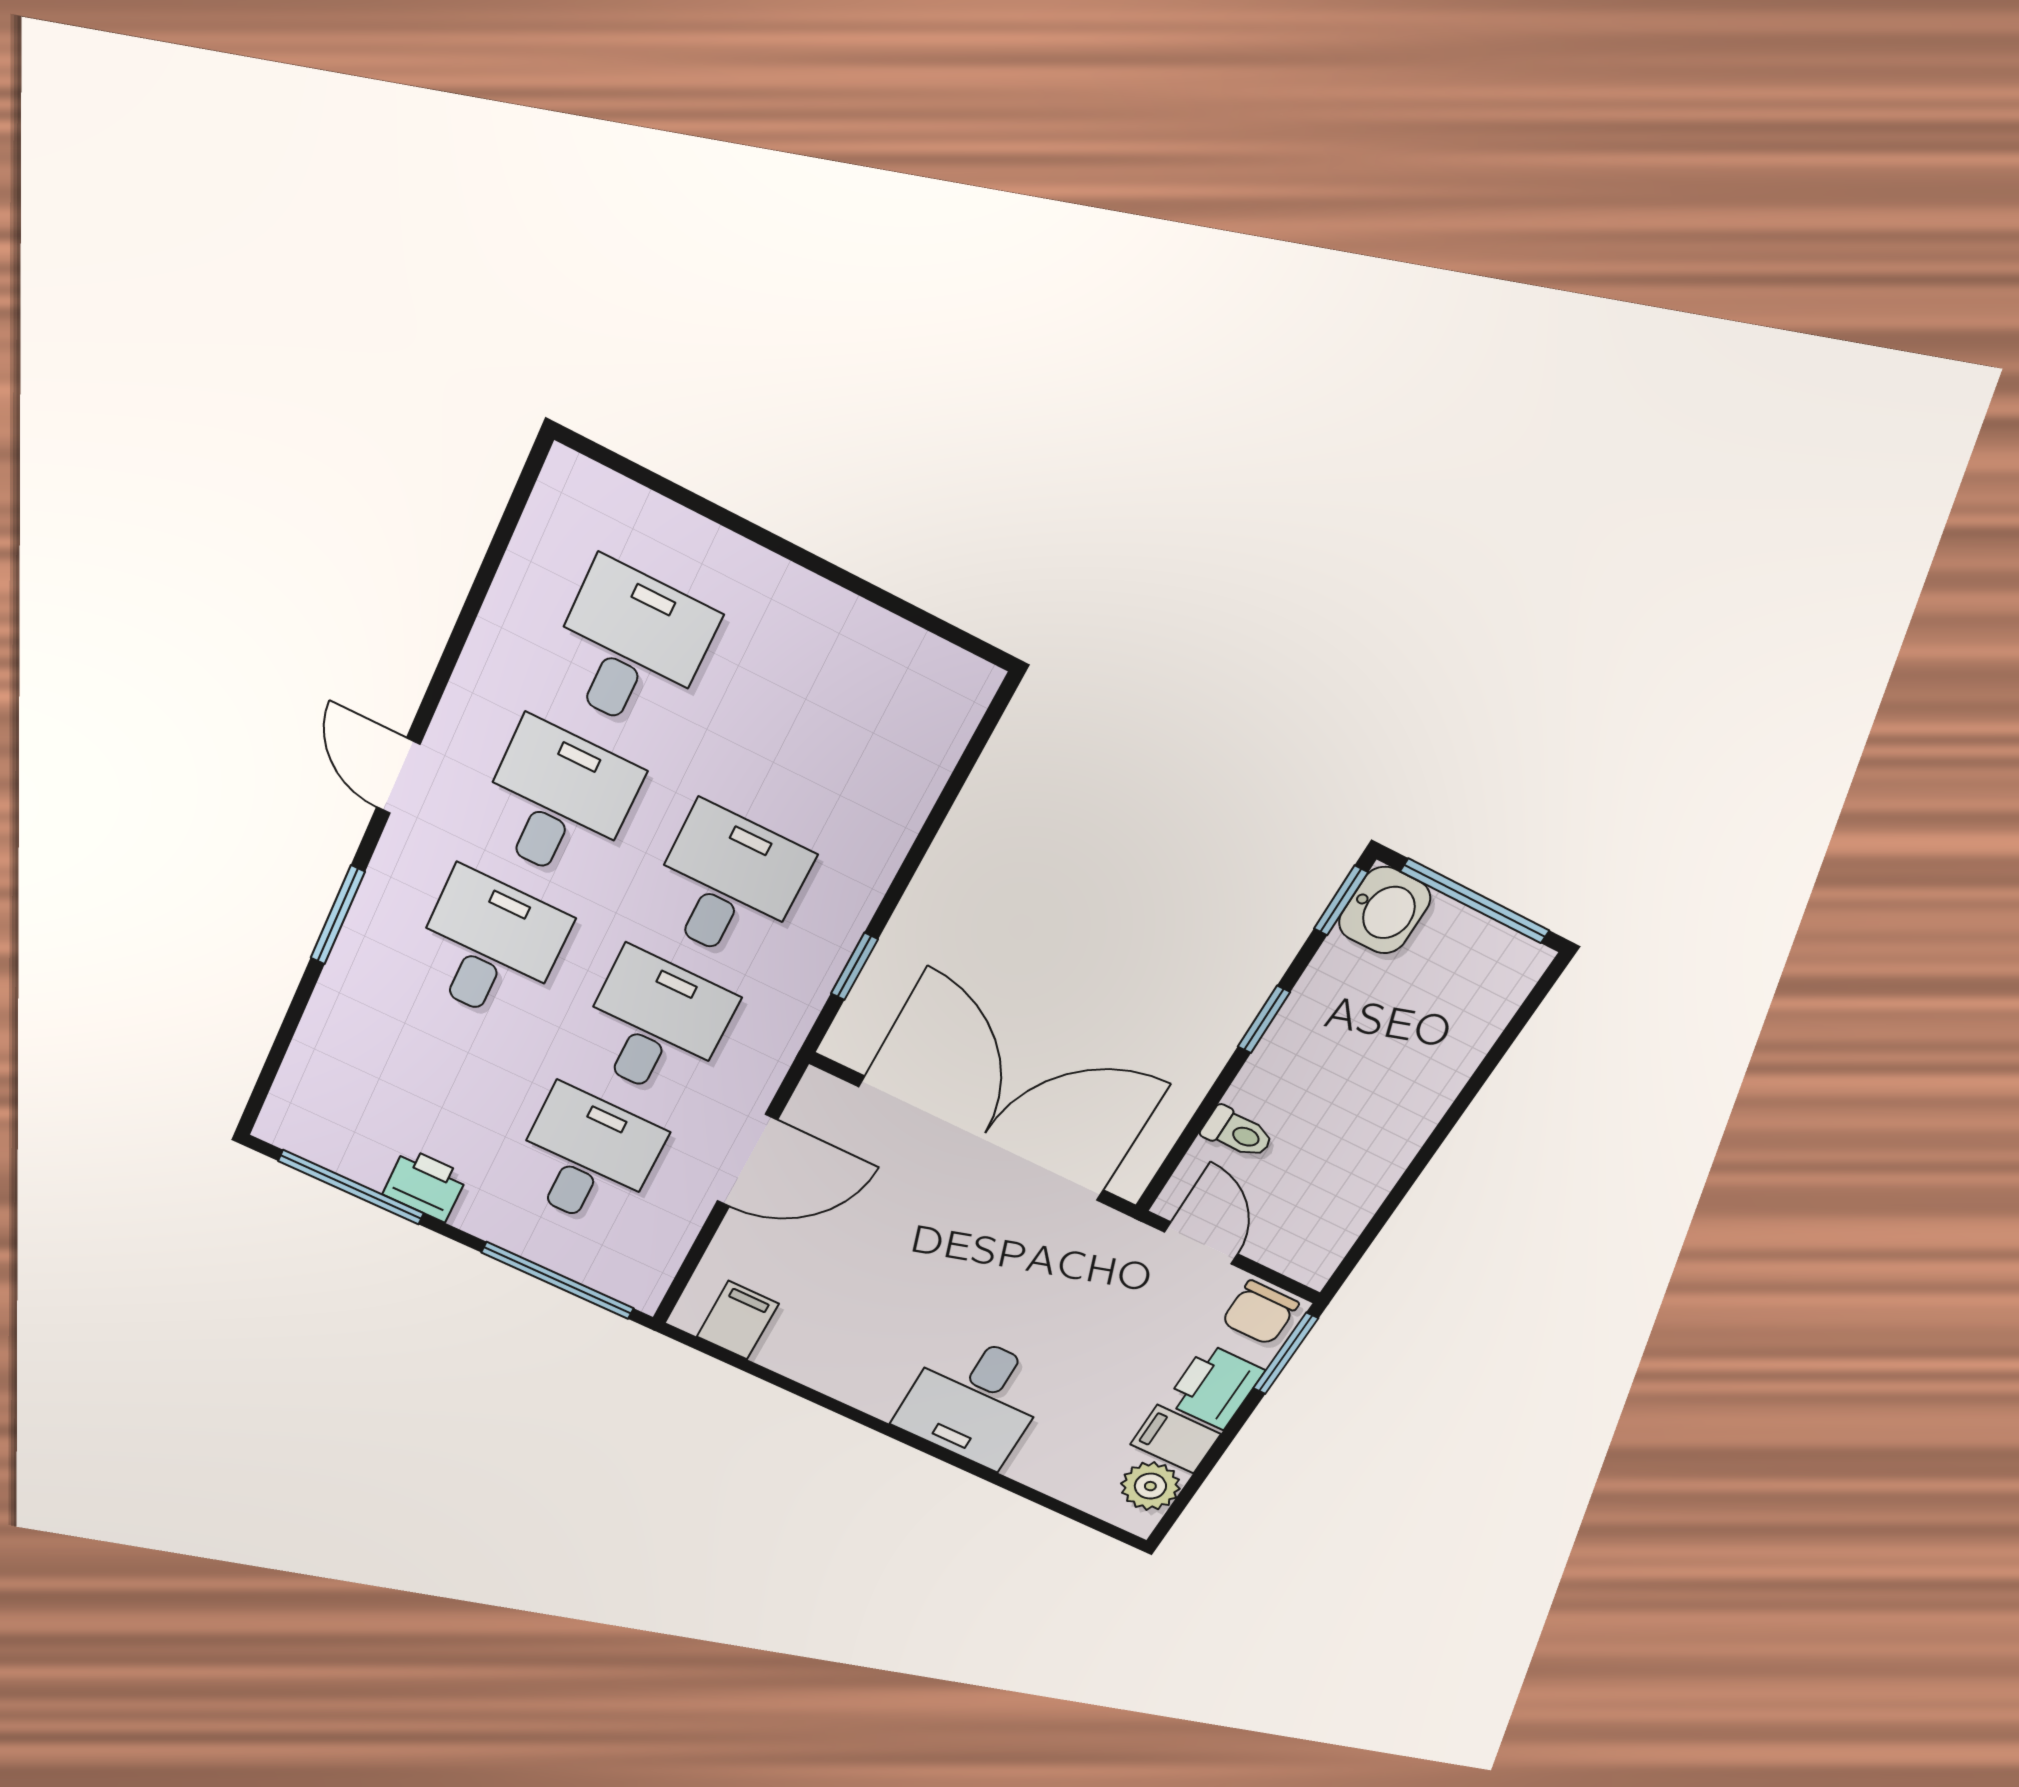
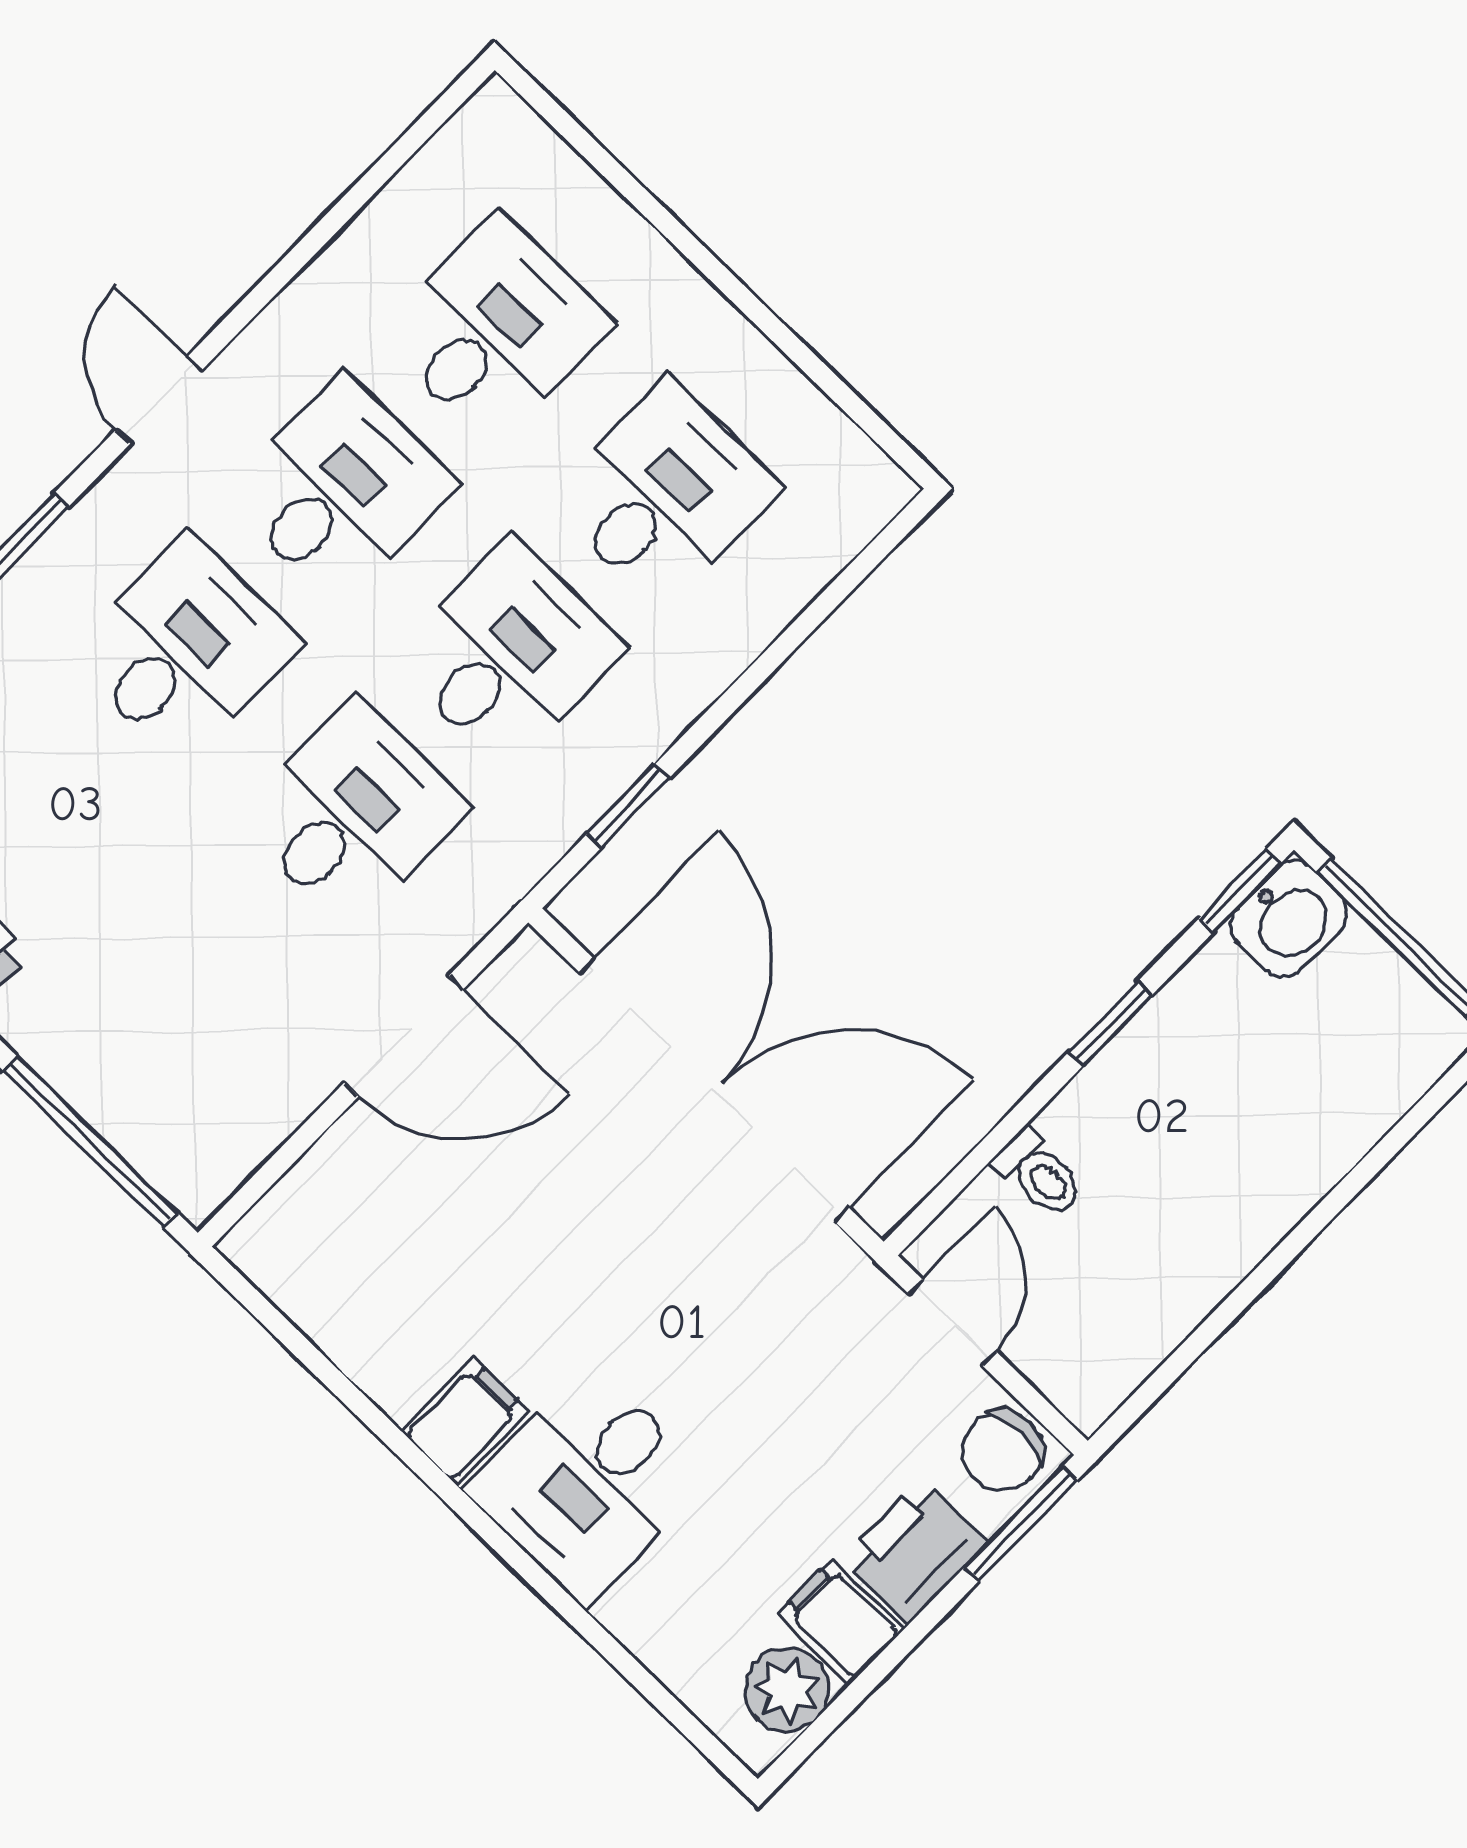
desk: (587, 1158) -> (664, 494), moved
filing cabinet: (738, 1320) -> (465, 1421), moved

